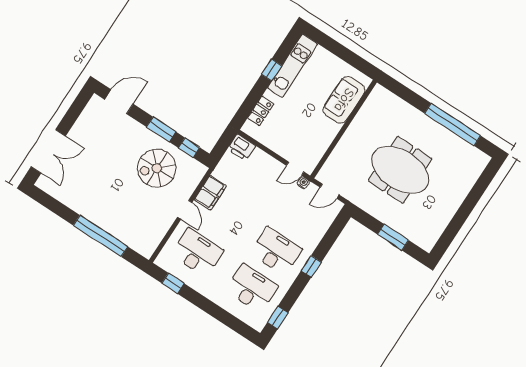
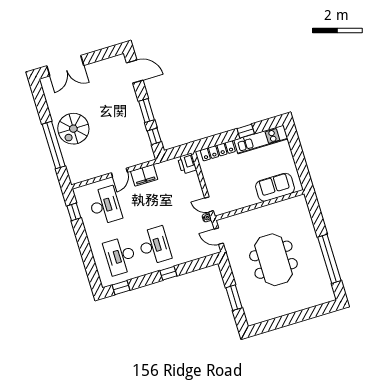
locker: (261, 111) -> (218, 151), width x1.53
spiral stairs: (157, 168) -> (73, 129), moved, turned -90
desk: (252, 288) -> (120, 256), turned 180

